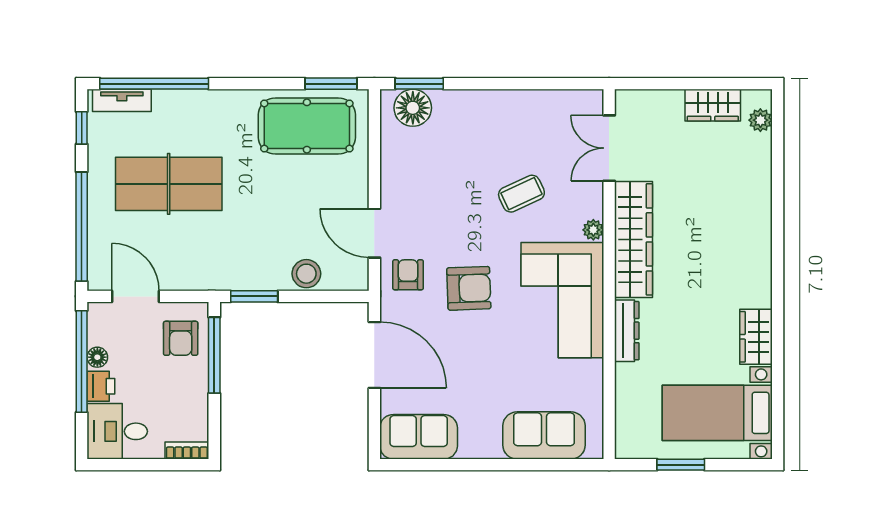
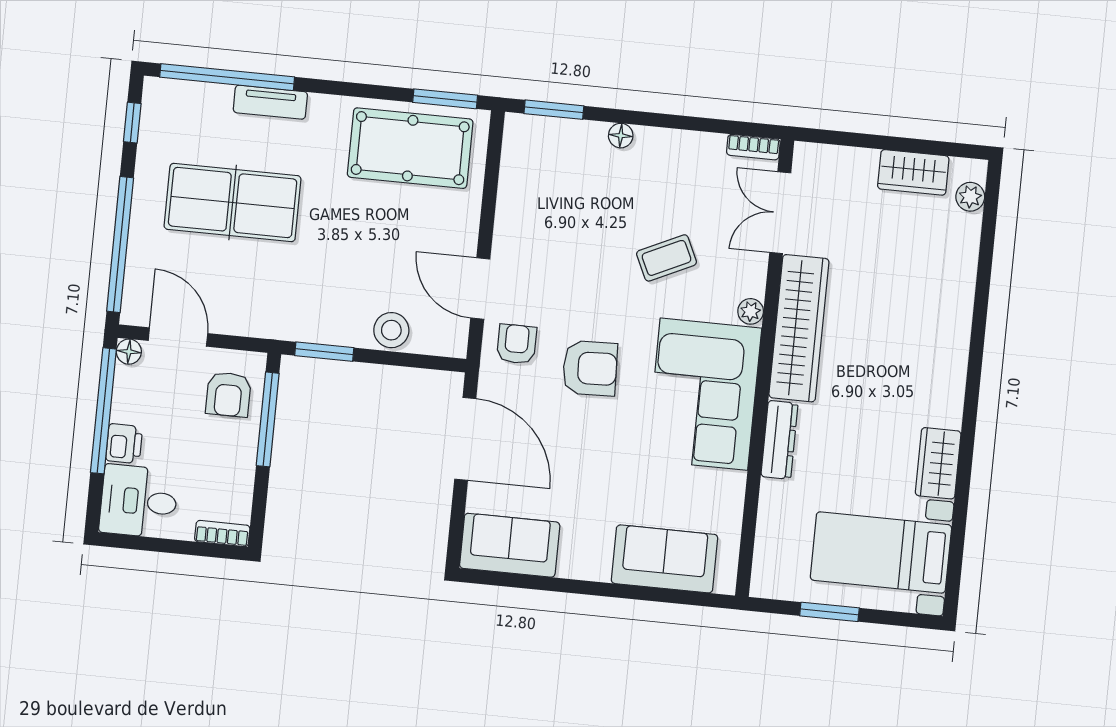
bookcase: (582, 98) -> (753, 147), added
tv unit: (122, 100) -> (270, 102), moved
floor lamp: (413, 108) -> (621, 136), moved, width x0.53, depth x0.53
floor lamp: (97, 357) -> (129, 352), moved

